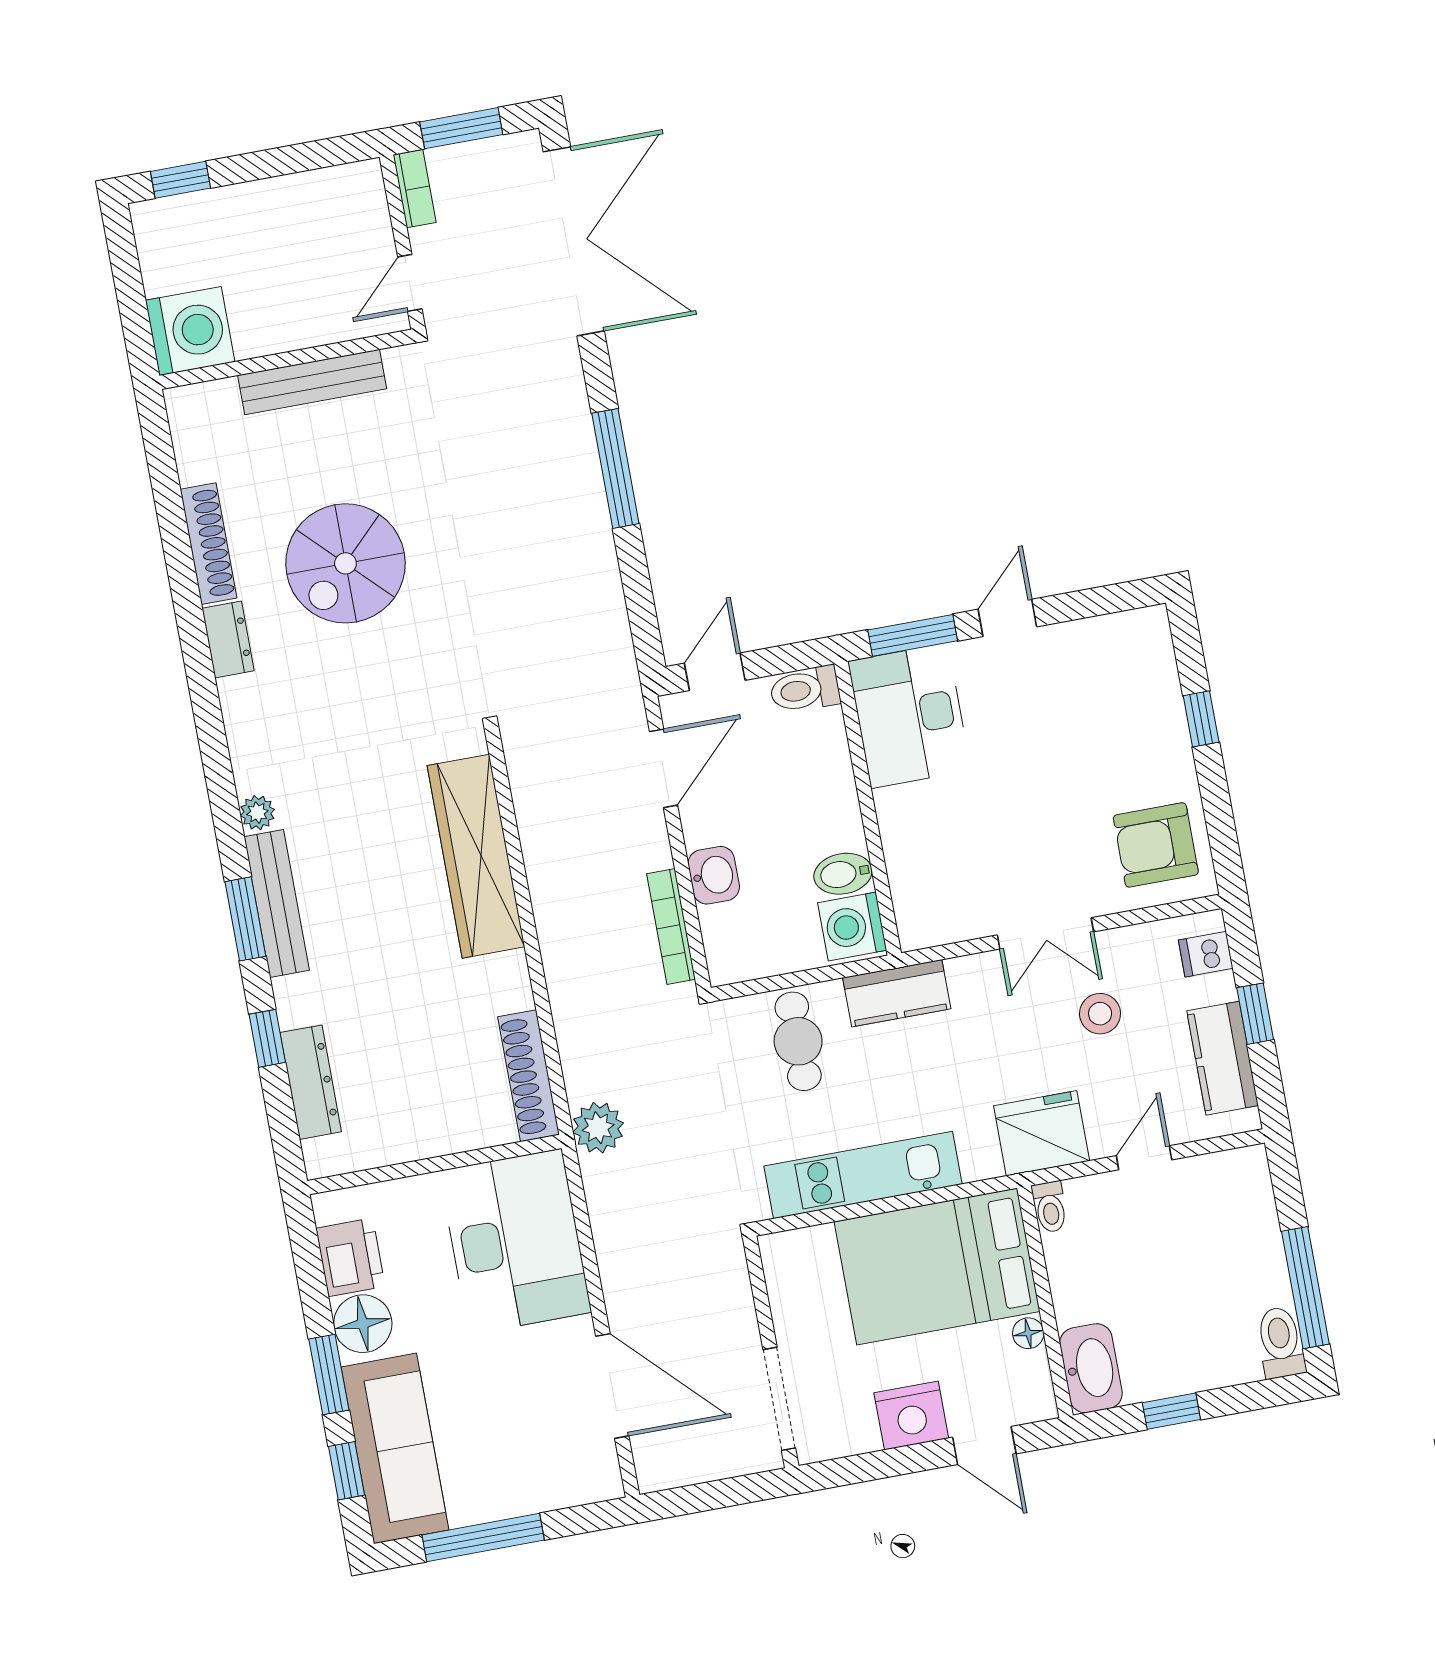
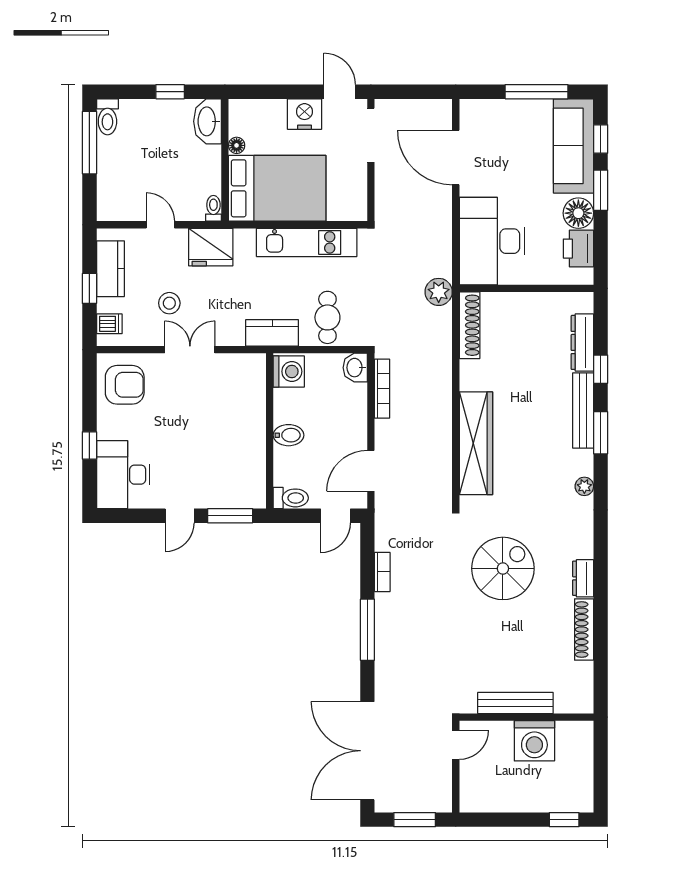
bookcase: (415, 188) -> (382, 572), moved, turned 180
washing machine: (190, 331) -> (534, 741), moved, turned -90
spiral stairs: (345, 563) -> (503, 568), moved
desk: (909, 716) -> (123, 475), moved, turned 180
bidet: (843, 874) -> (289, 435), moved
washbasin: (714, 875) -> (355, 368), moved
bench: (277, 904) -> (583, 410), moved
door: (1144, 1158) -> (160, 225), swing flipped
door: (984, 1445) -> (340, 92), moved

